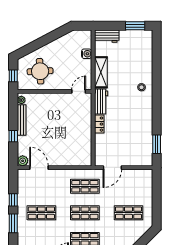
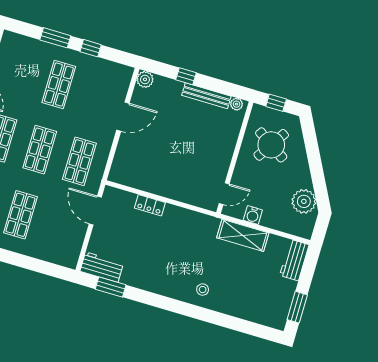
plant: (69, 41) -> (304, 201), added
water cooler: (87, 54) -> (253, 215), moved
round table: (40, 71) -> (271, 145), turned 36
door: (79, 91) -> (224, 194), hinge flipped
workbench: (101, 101) -> (102, 267), moved, turned 180
locker: (99, 124) -> (150, 205), moved
door: (39, 168) -> (123, 117), moved

